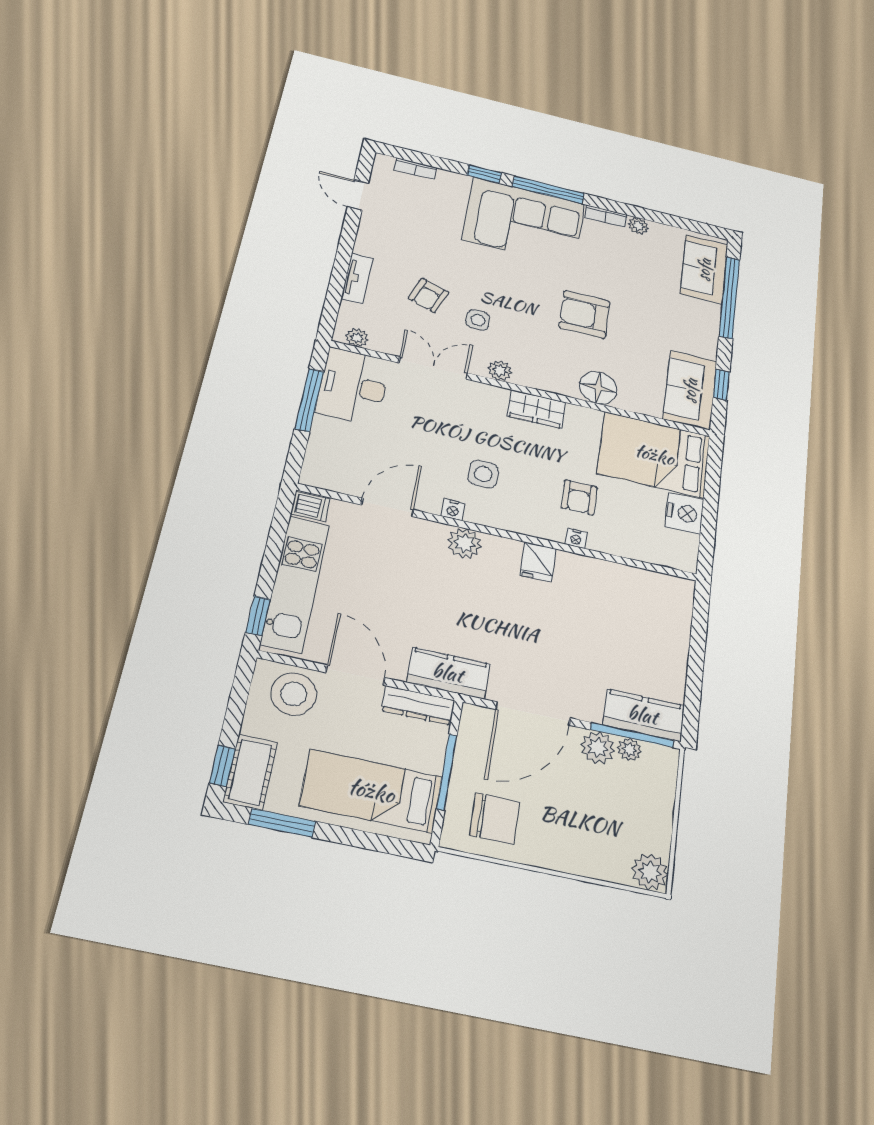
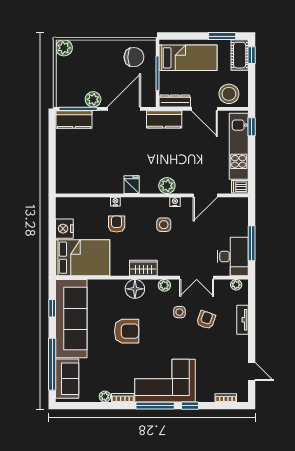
floor lamp: (598, 388) -> (135, 289), moved
sofa: (690, 390) -> (71, 319), width x1.85, depth x1.27
plant: (629, 749) -> (79, 102), removed
chair: (495, 818) -> (134, 57), turned 180

